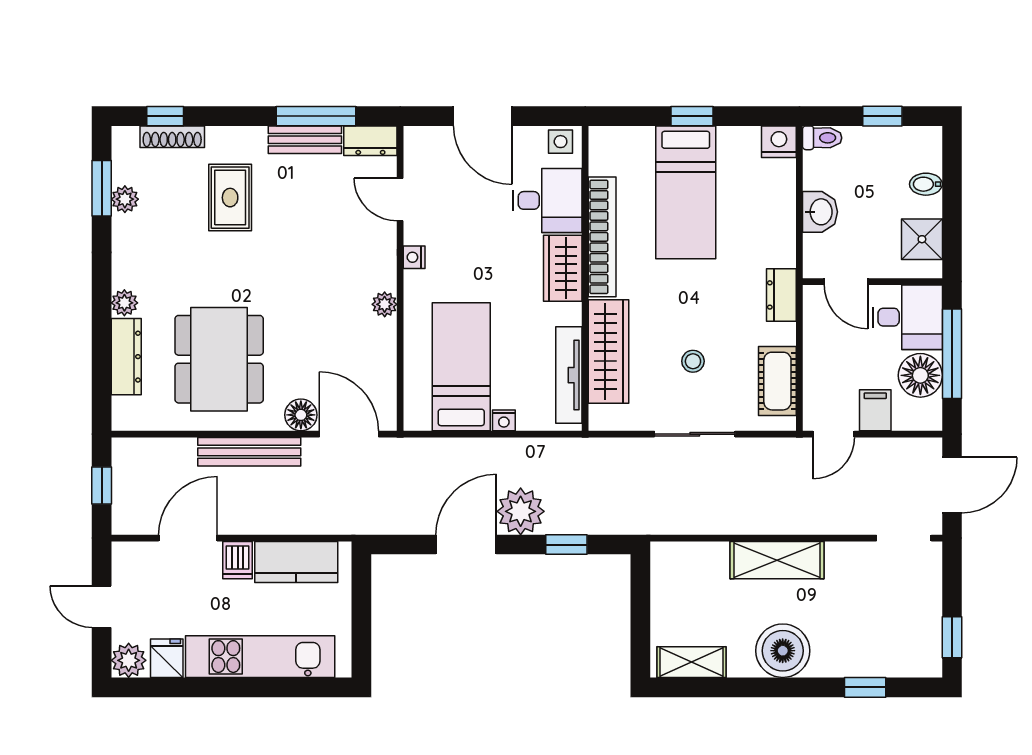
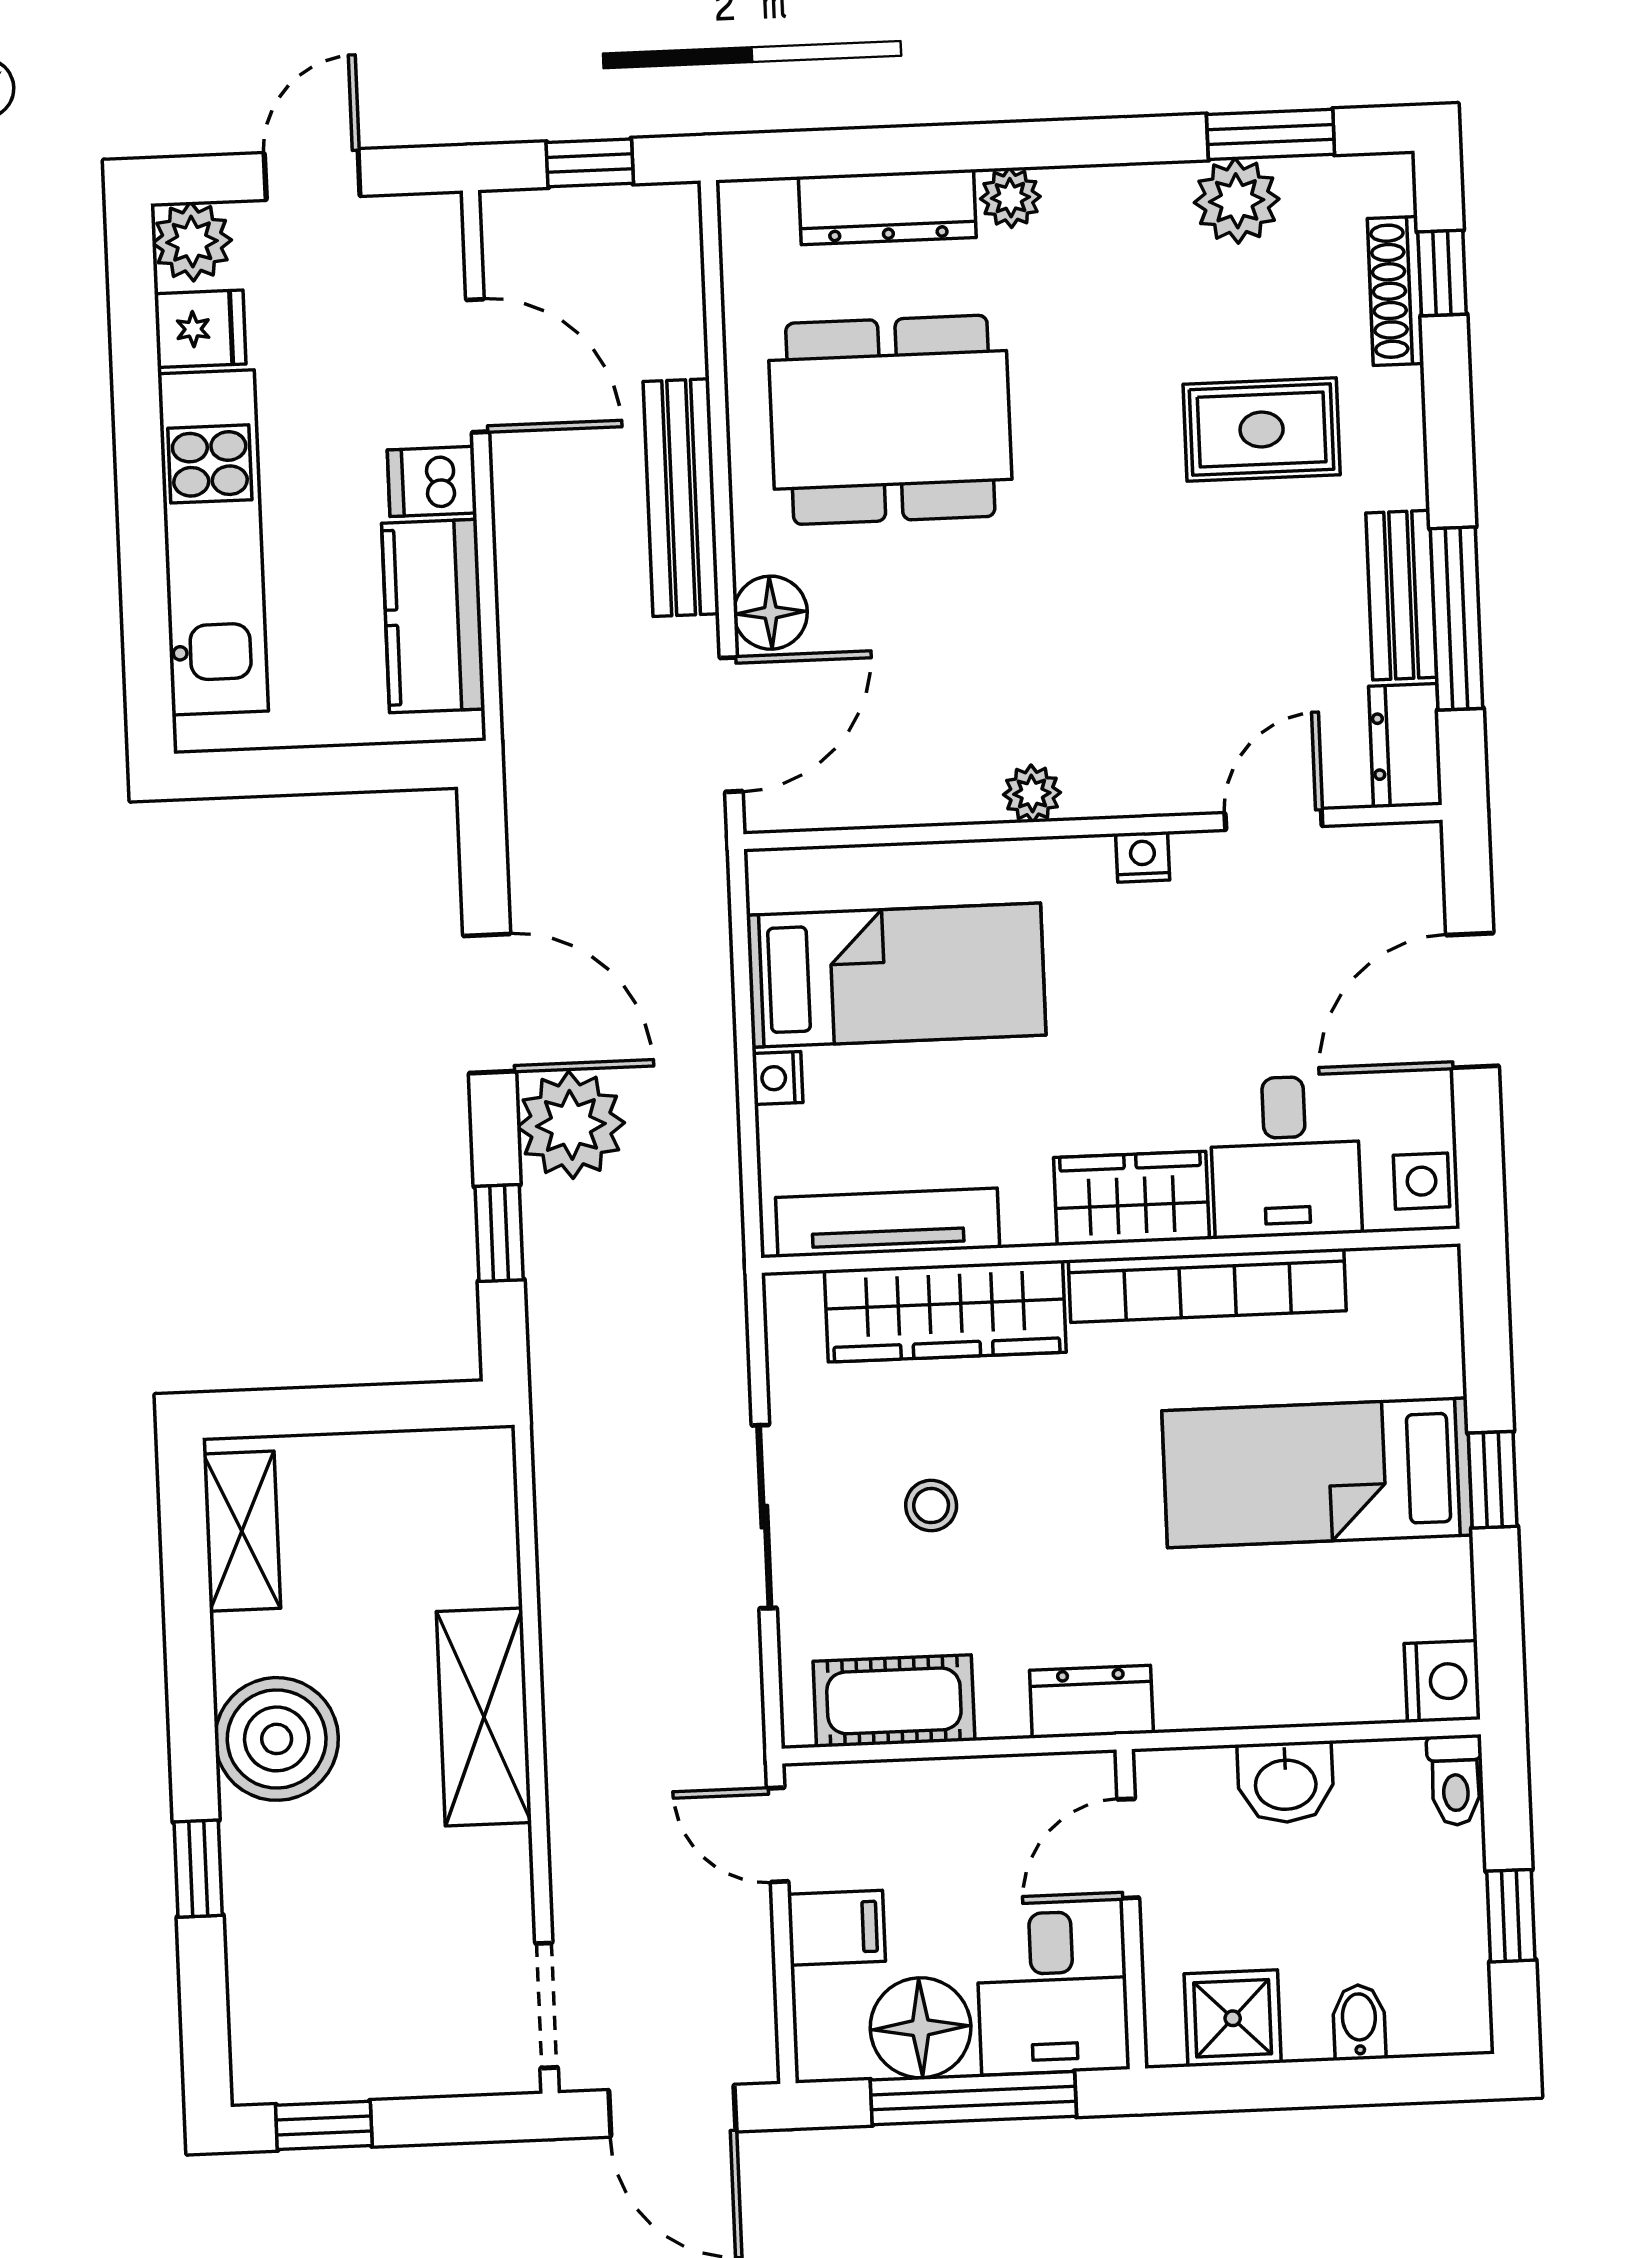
plant: (125, 199) -> (1237, 201), width x1.38, depth x1.38
window: (865, 687) -> (198, 1869), moved

